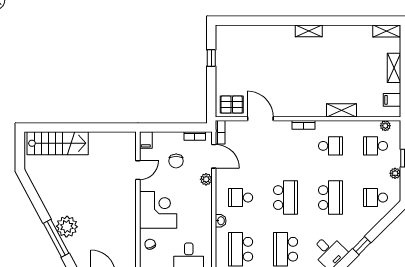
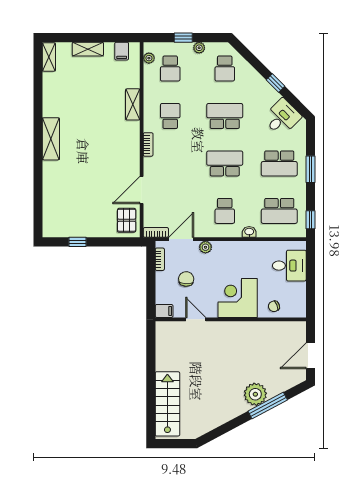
shelving: (309, 31) -> (51, 139), width x1.50, depth x1.33
chair: (176, 161) -> (186, 279), turned -87

